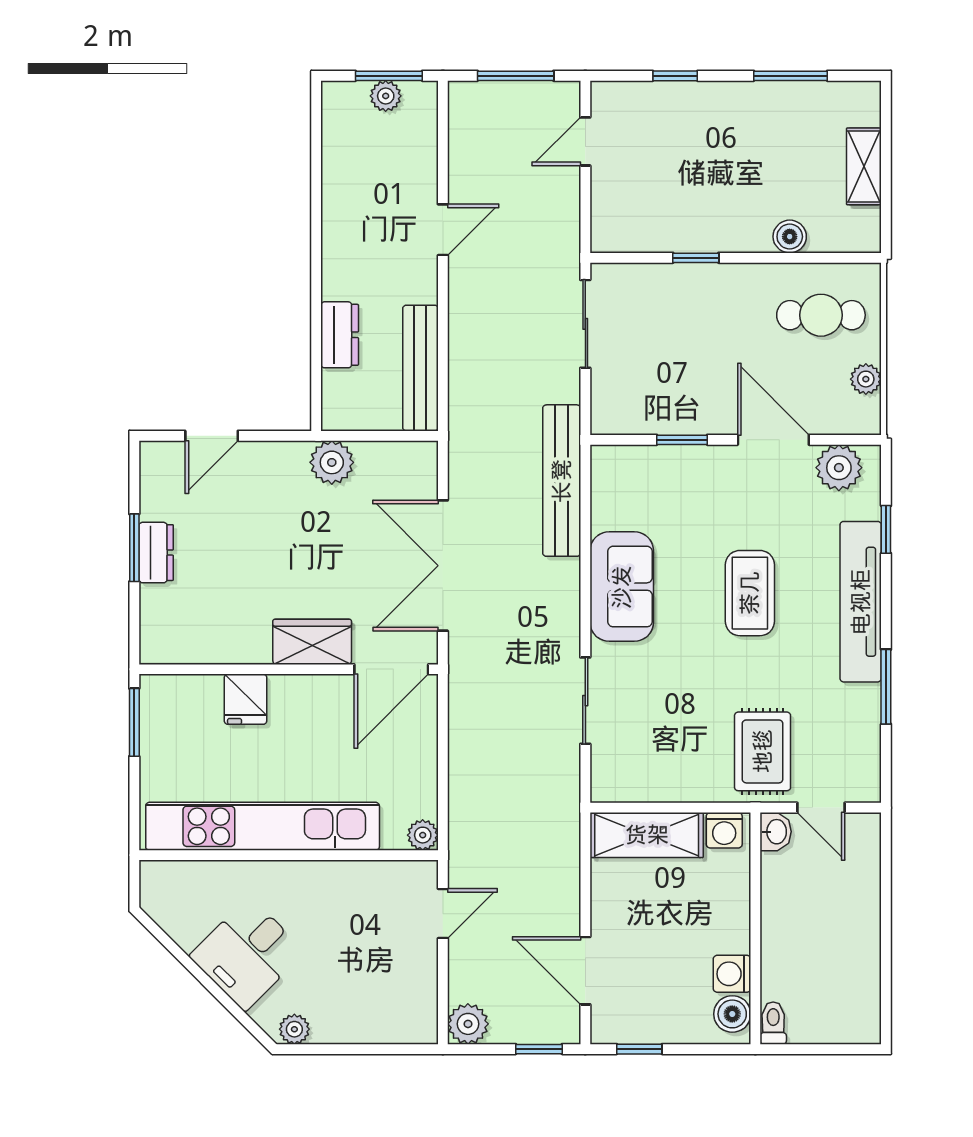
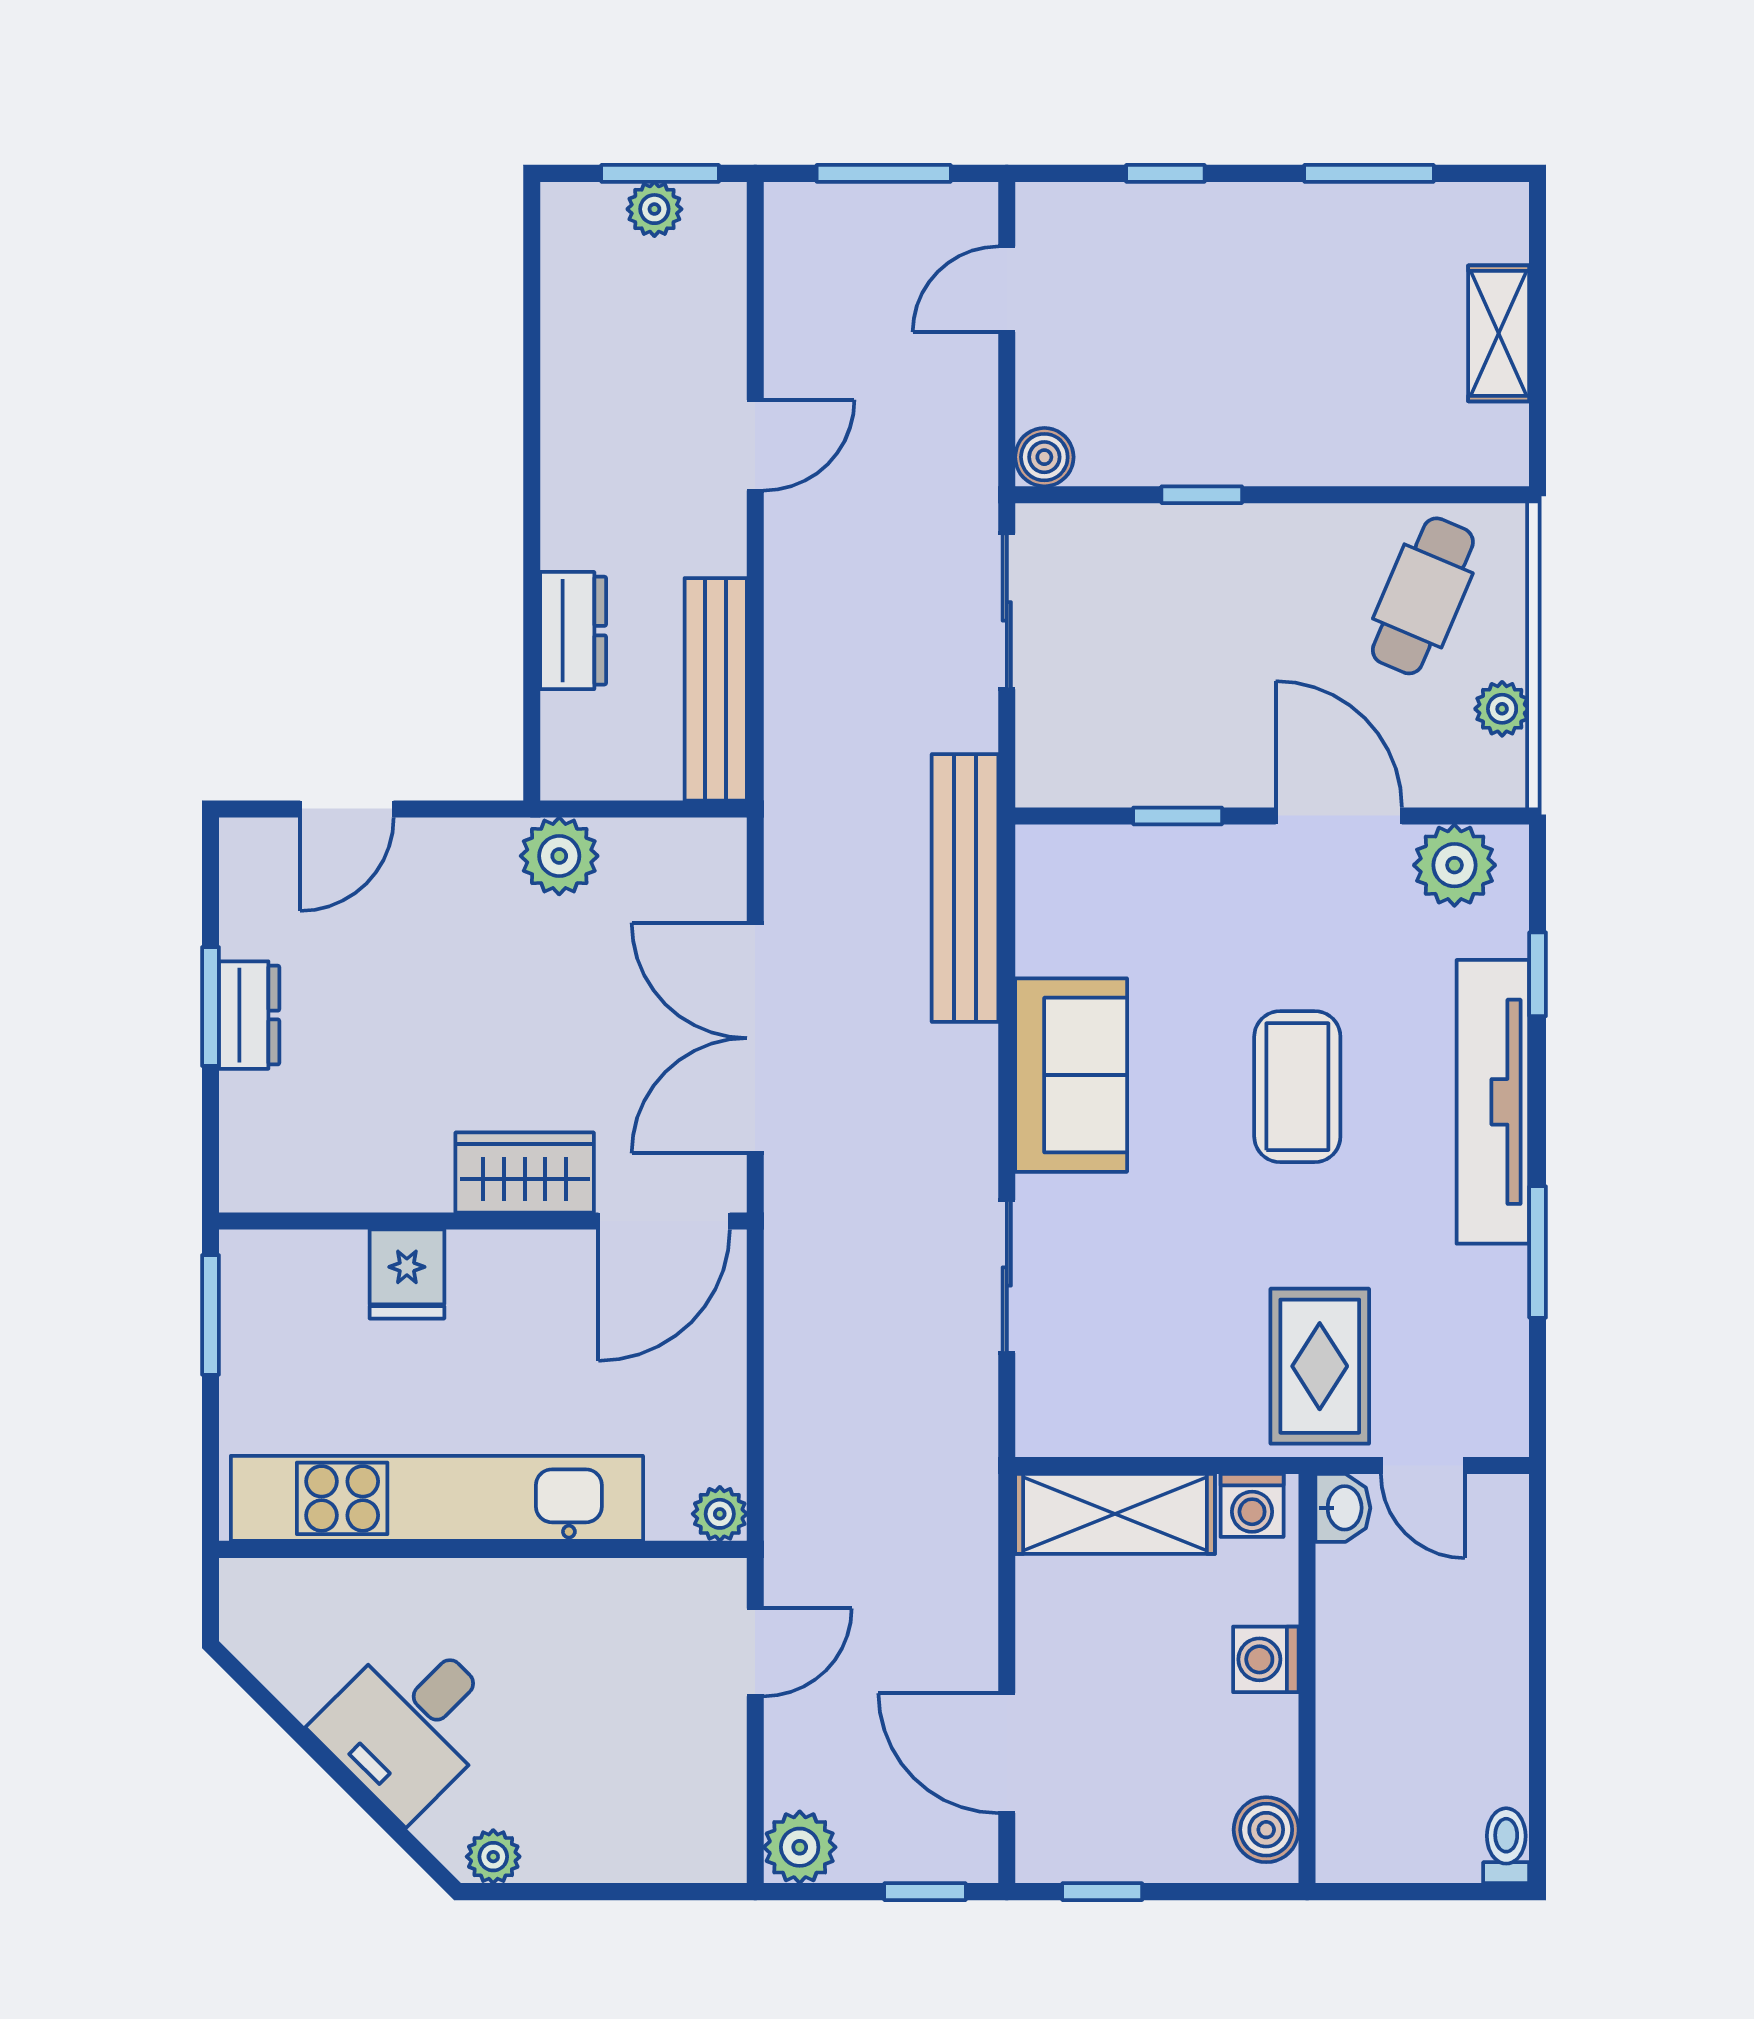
boiler: (790, 237) -> (1044, 457), moved
cafe table: (821, 315) -> (1423, 596), turned -67
washing machine: (732, 974) -> (1266, 1659), moved
toilet: (773, 1023) -> (1506, 1846), moved

